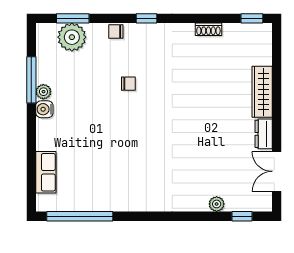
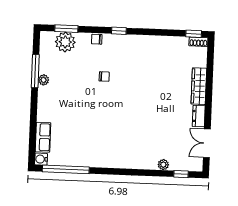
shoe rack: (208, 29) -> (198, 42), moved
water cooler: (44, 109) -> (41, 159), moved

